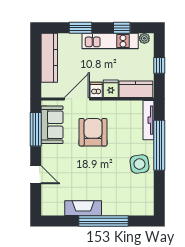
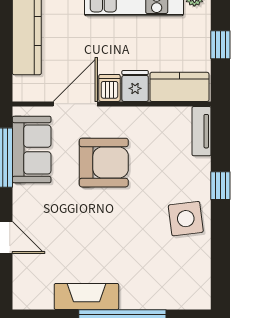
tv unit: (148, 120) -> (202, 131), width x0.71
armchair: (93, 132) -> (104, 163), turned 90
window: (159, 145) -> (220, 186), width x0.32

